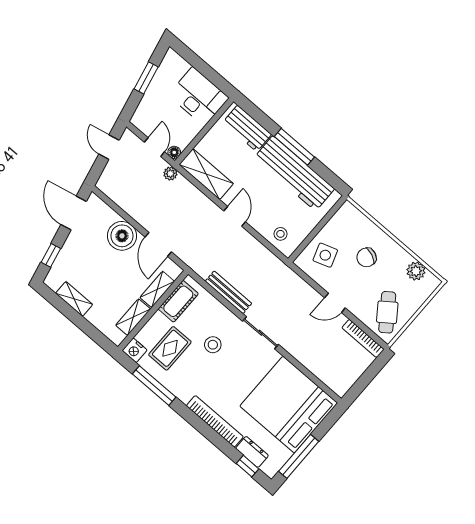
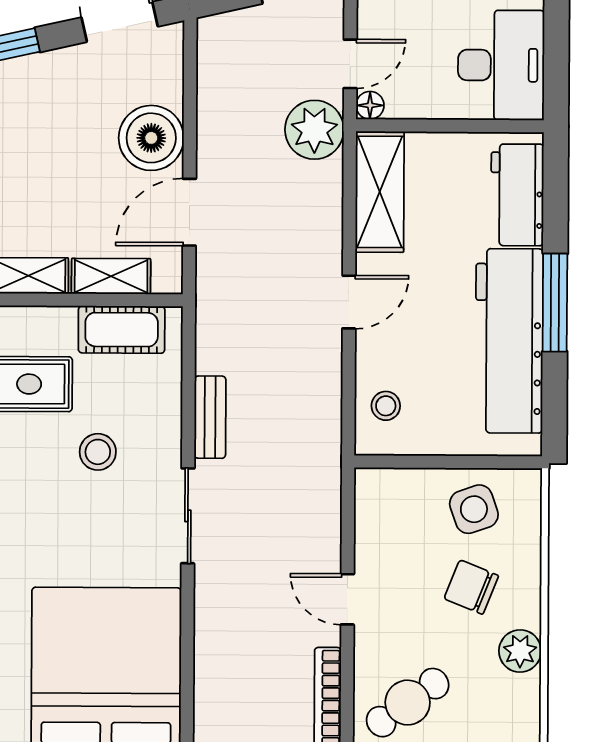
plant: (170, 174) -> (314, 130), width x1.88, depth x1.88
side table: (325, 255) -> (474, 509), moved
plant: (416, 271) -> (520, 651), moved
bench: (228, 292) -> (210, 417), width x0.73

